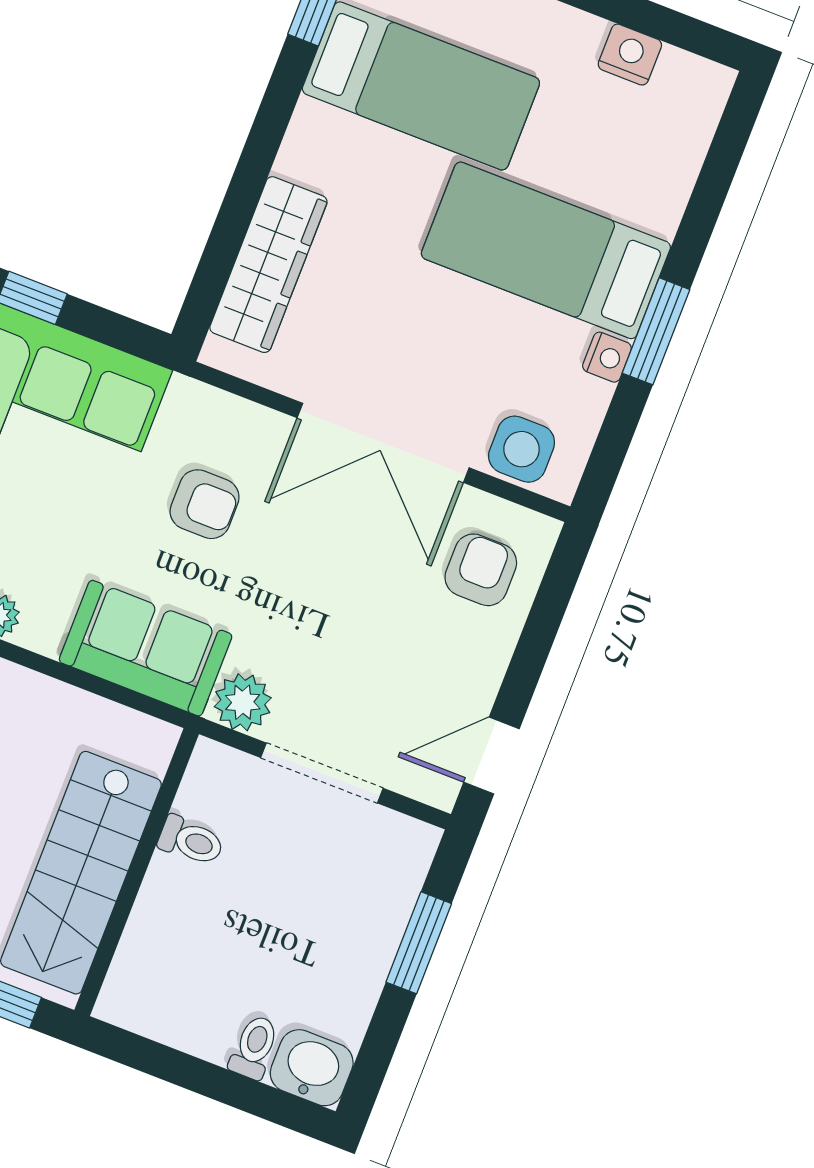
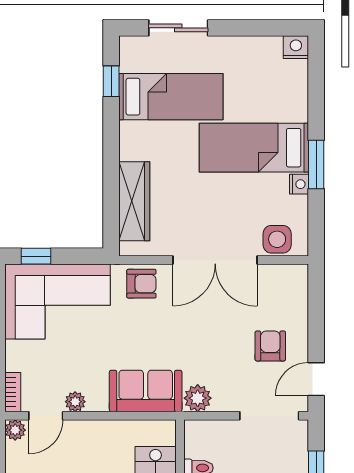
nightstand: (630, 55) -> (296, 47), moved
armchair: (205, 504) -> (141, 284), moved
armchair: (481, 570) -> (270, 346), moved
doorway: (322, 773) -> (269, 416), moved

